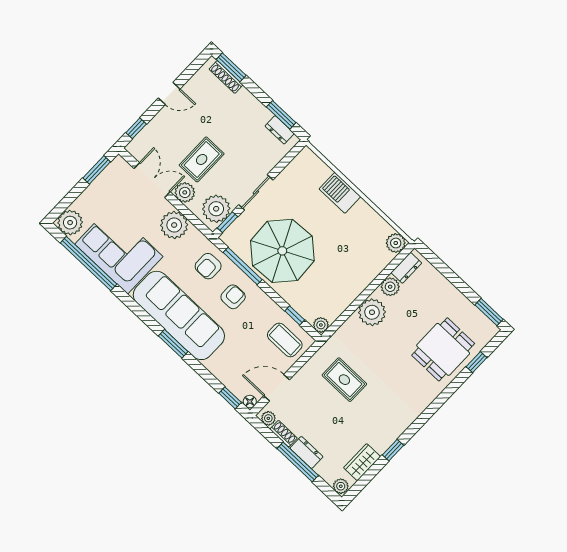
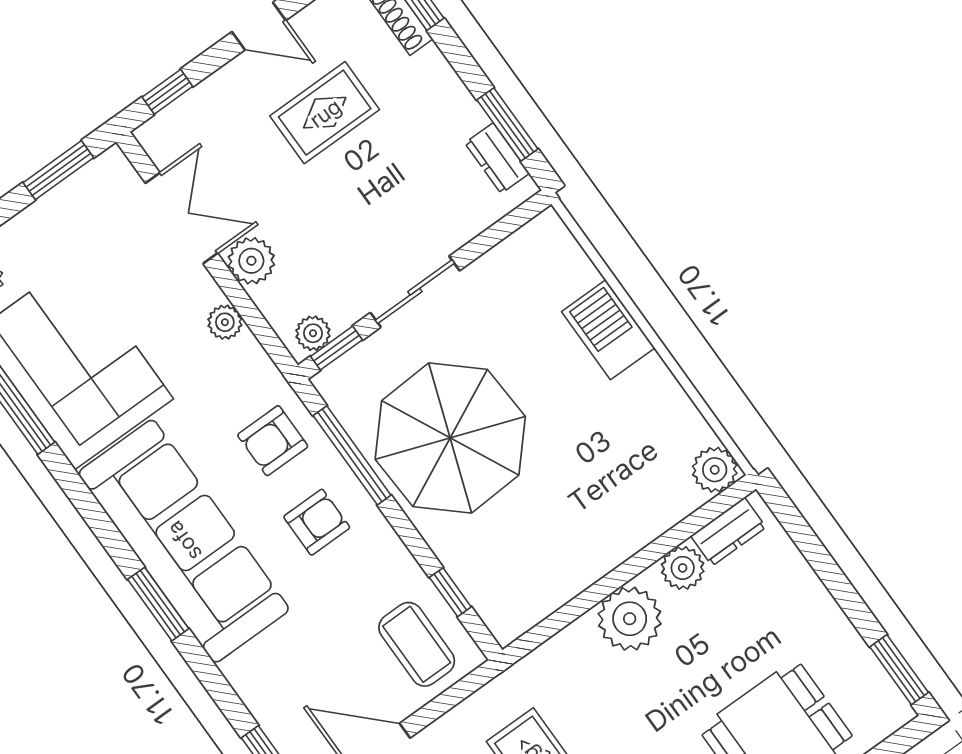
rug: (202, 159) -> (325, 113), moved
plant: (216, 209) -> (313, 333), width x0.53, depth x0.53
plant: (174, 225) -> (225, 322), width x0.53, depth x0.53
plant: (321, 325) -> (506, 625), removed

